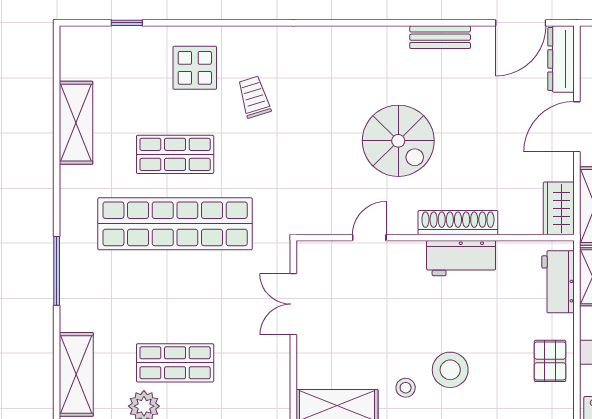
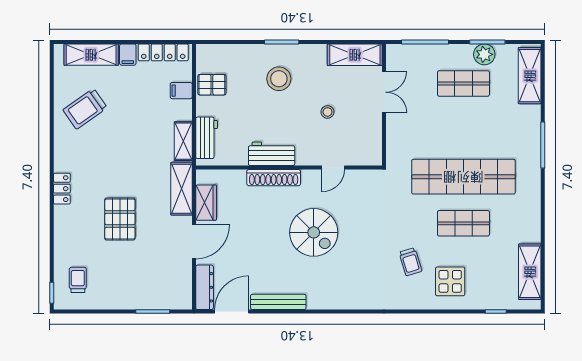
bench: (440, 37) -> (278, 302), width x1.36
shelving: (76, 123) -> (530, 272), moved
spiral stairs: (398, 141) -> (314, 232), turned 180
wardrobe: (559, 208) -> (206, 203), moved
double door: (293, 304) -> (384, 92), moved
pallet: (550, 361) -> (212, 85), turned 90
stool: (406, 388) -> (327, 112), moved

